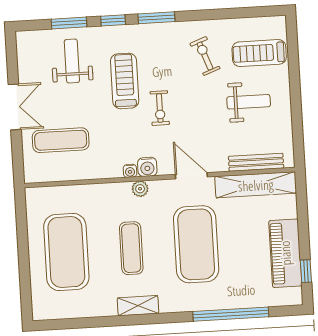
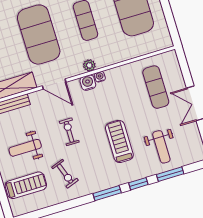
treadmill: (125, 81) -> (119, 141), turned 180
exercise bike: (160, 108) -> (69, 132), moved
exercise mat: (61, 140) -> (156, 87), turned 90

